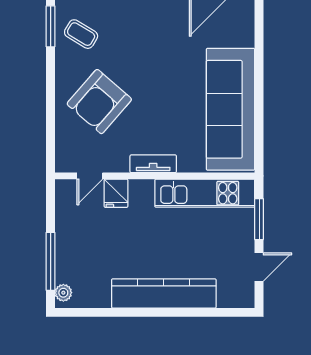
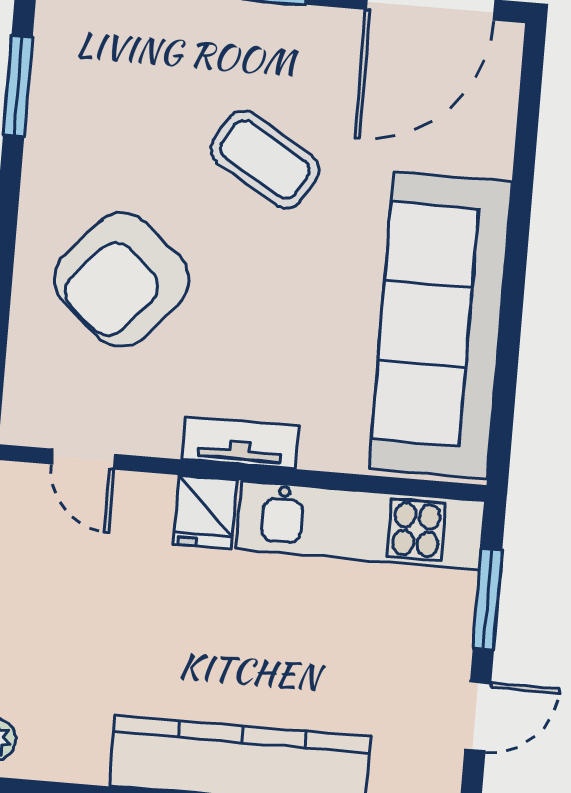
coffee table: (81, 34) -> (265, 159), moved, width x1.36, depth x1.30
door: (90, 176) -> (83, 459), hinge flipped
fridge: (116, 193) -> (205, 512), moved

